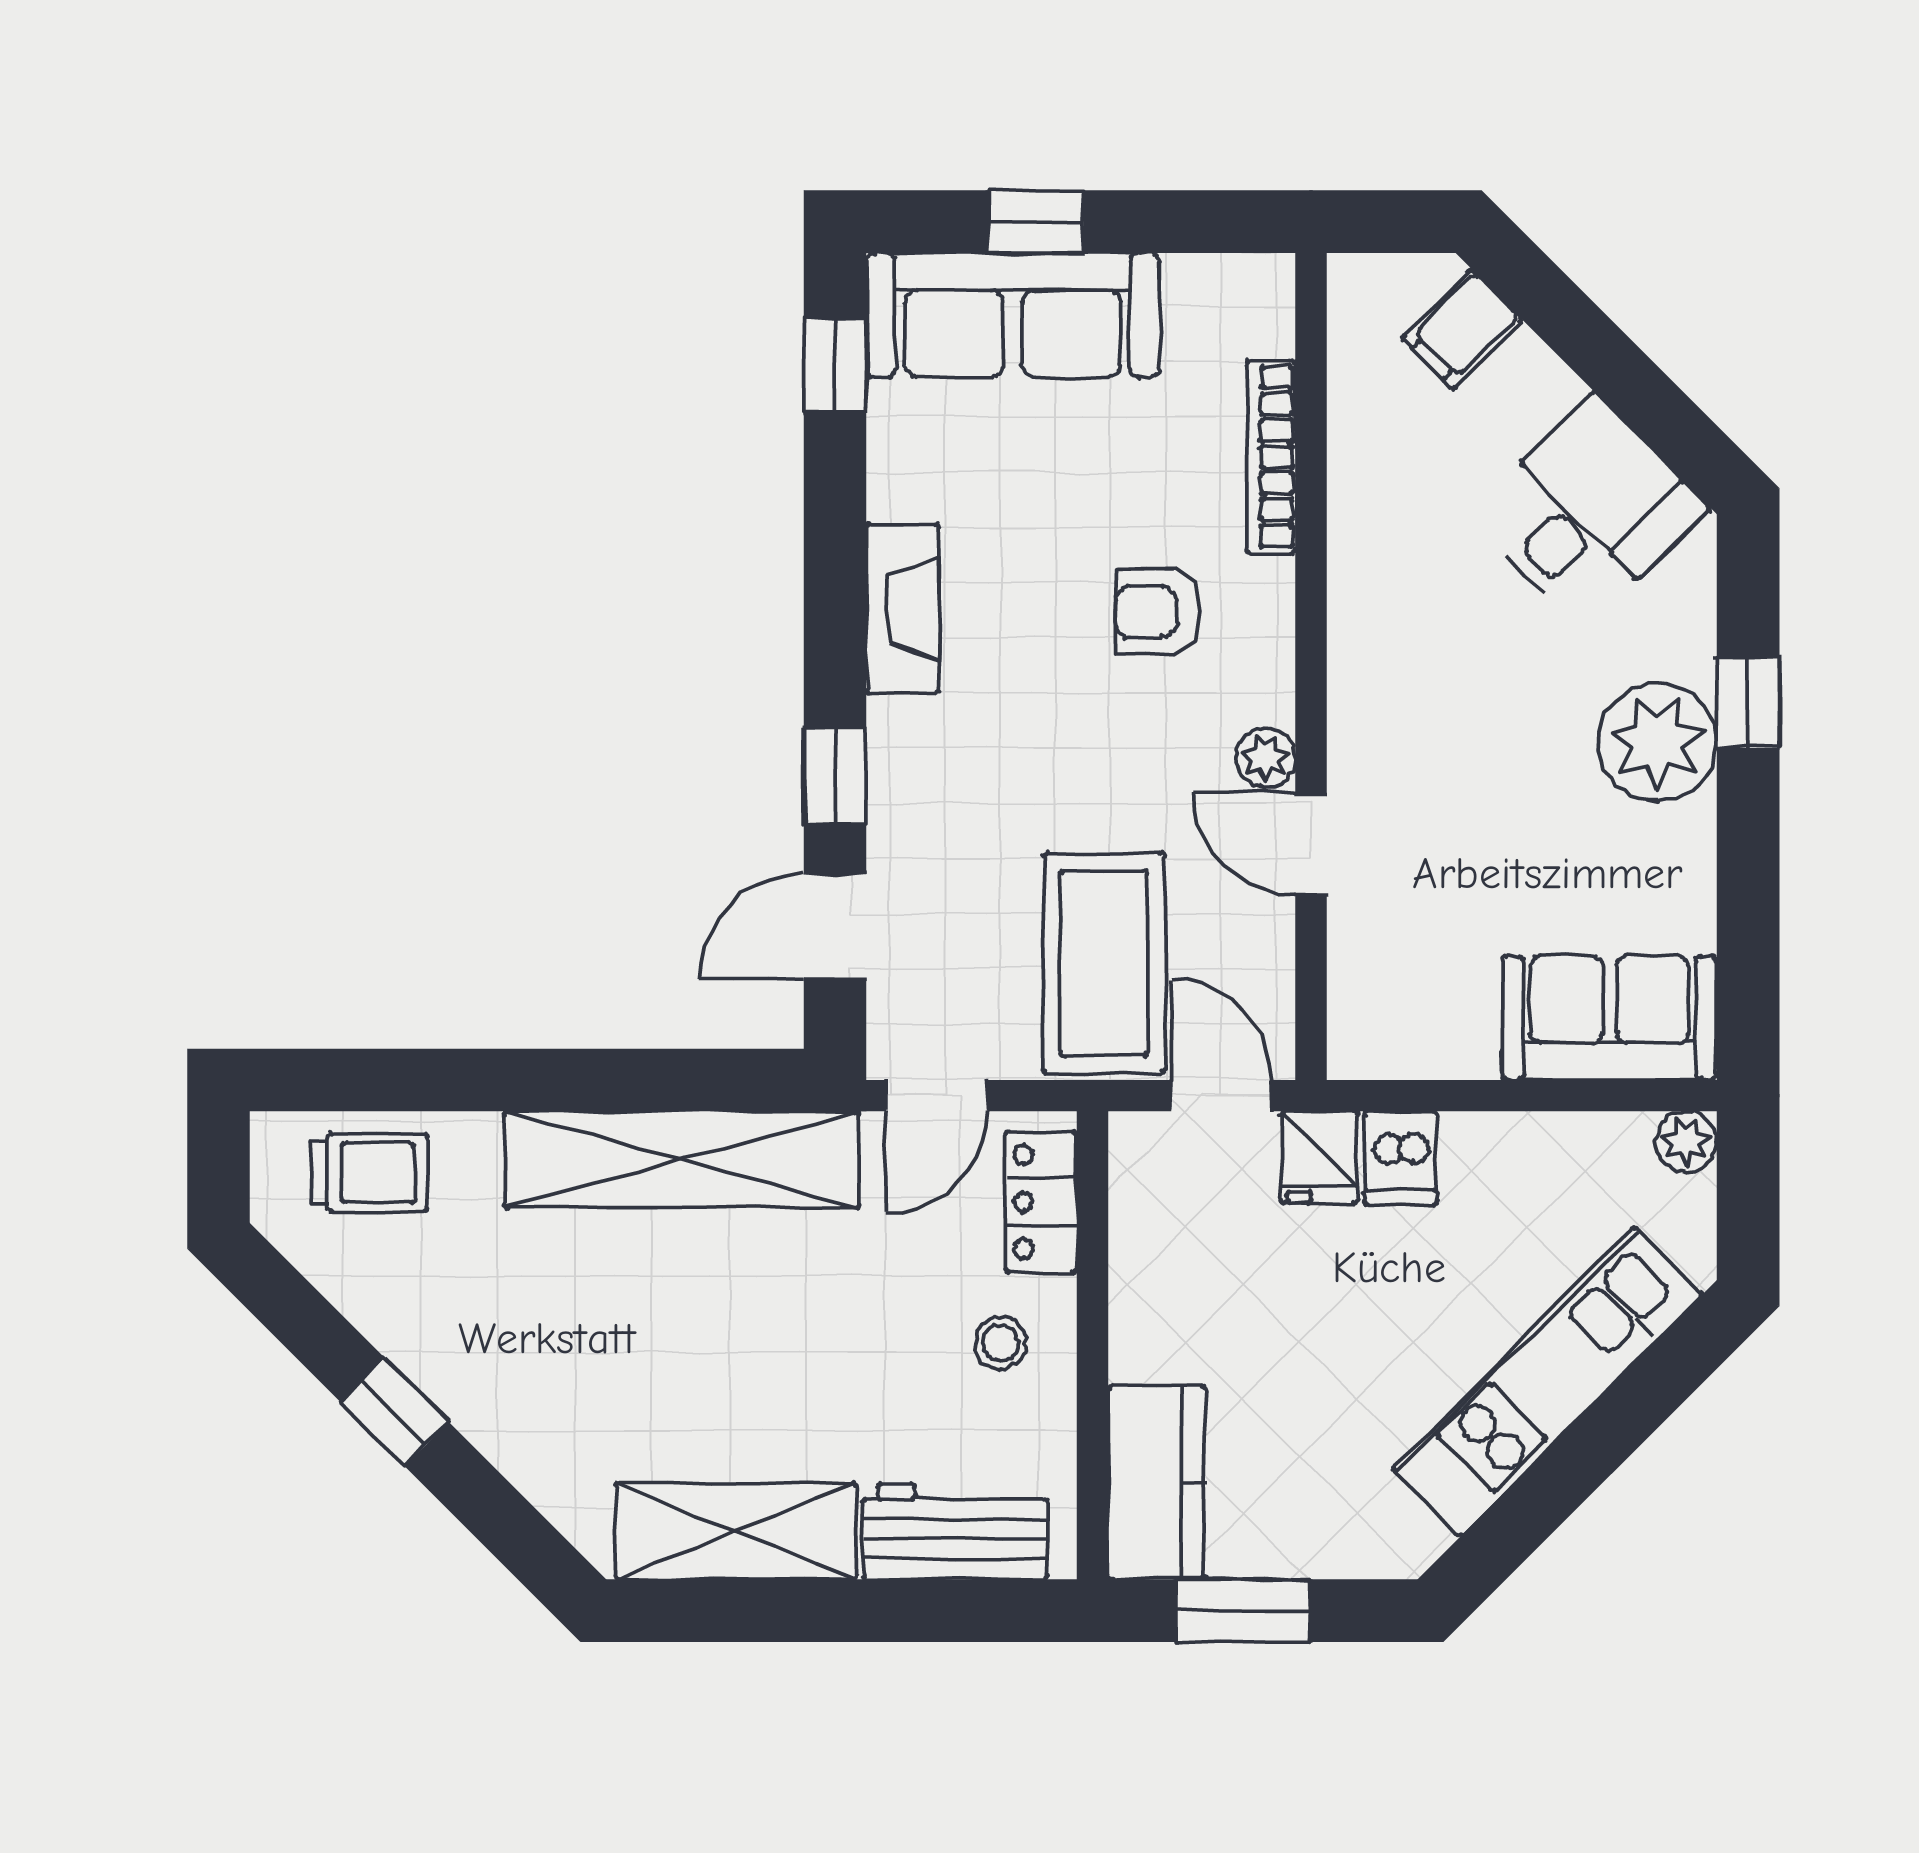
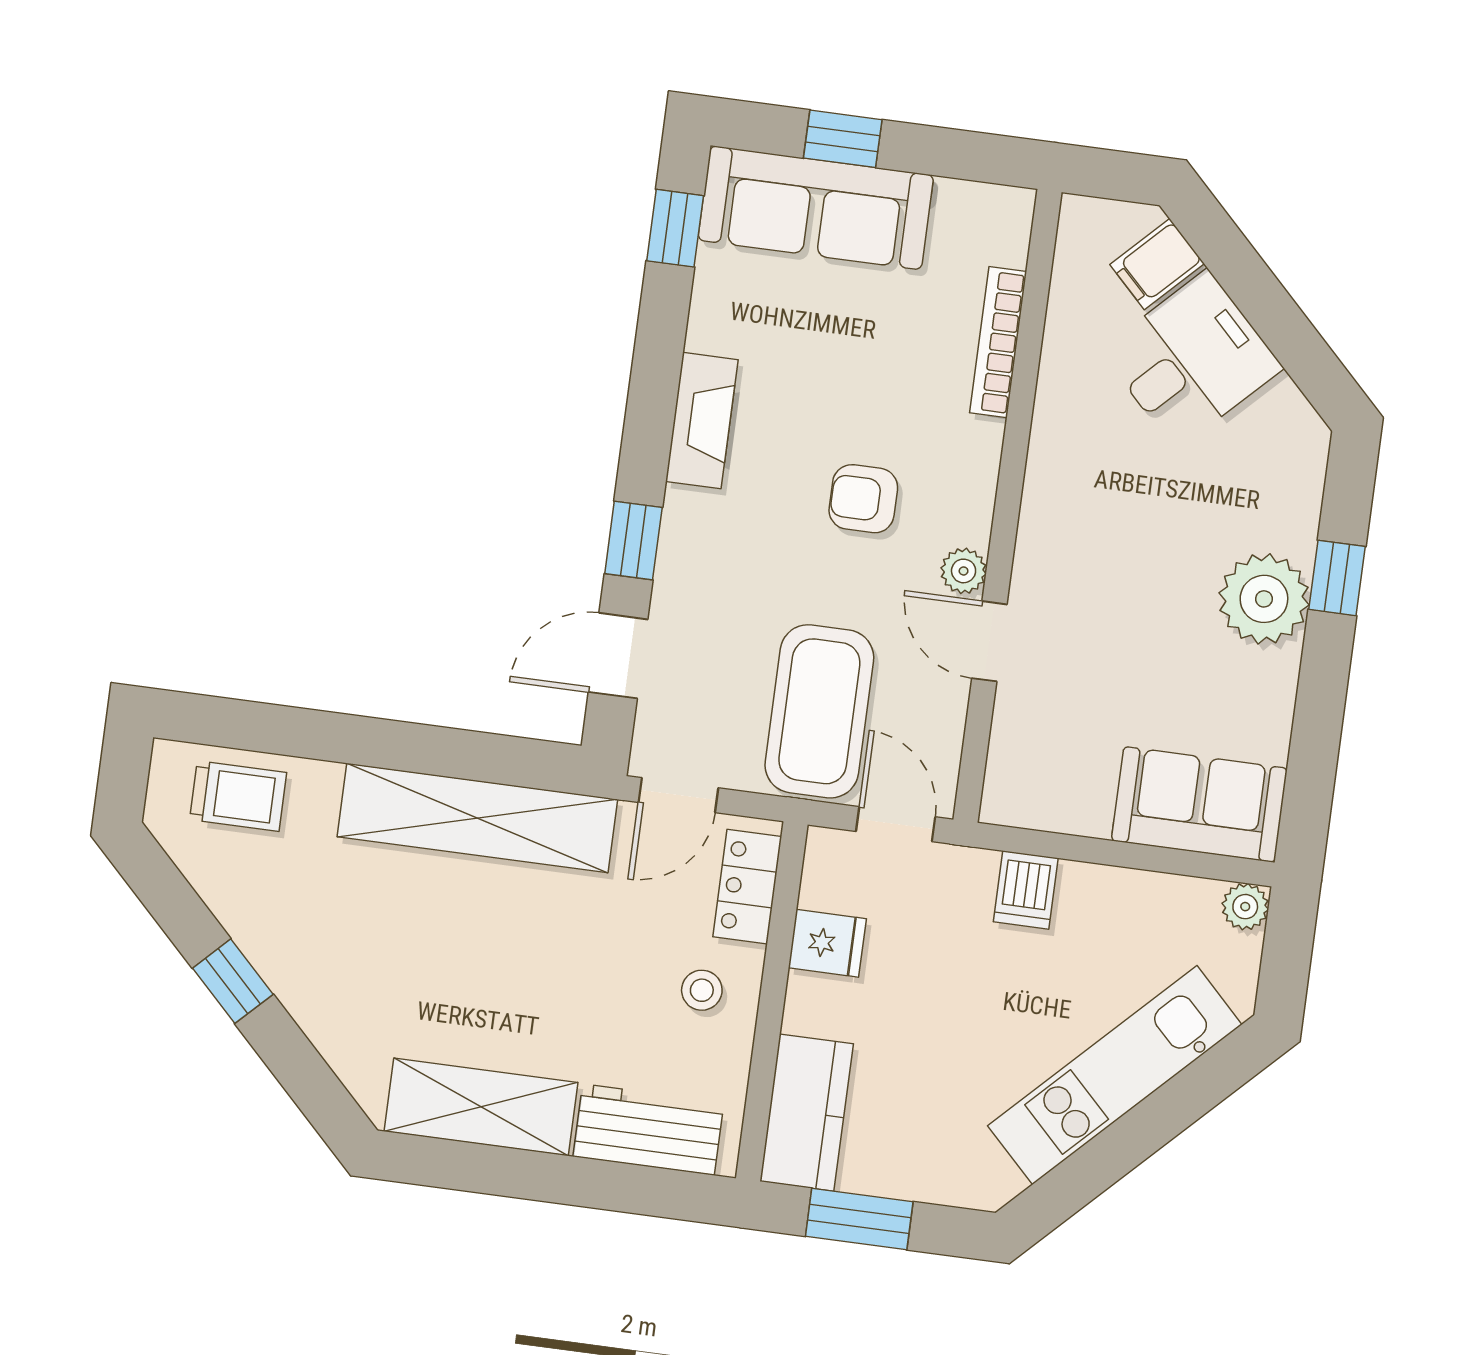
desk: (1589, 512) -> (1192, 360), moved
armchair: (1158, 612) -> (863, 499), moved
fridge: (1319, 1157) -> (827, 943), moved, turned -90

